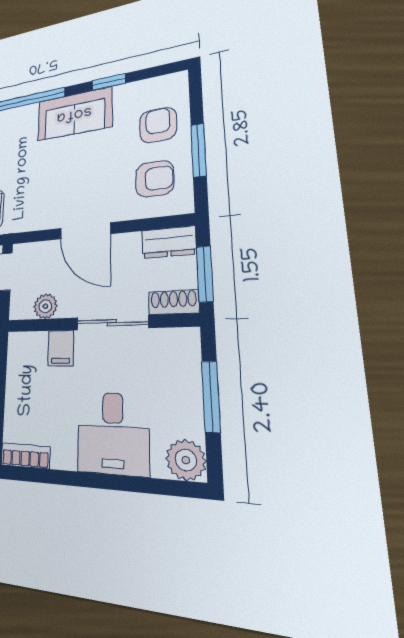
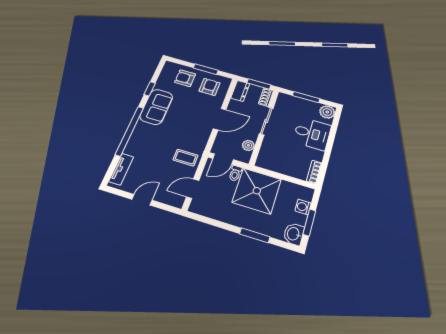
filing cabinet: (61, 348) -> (270, 144), removed

